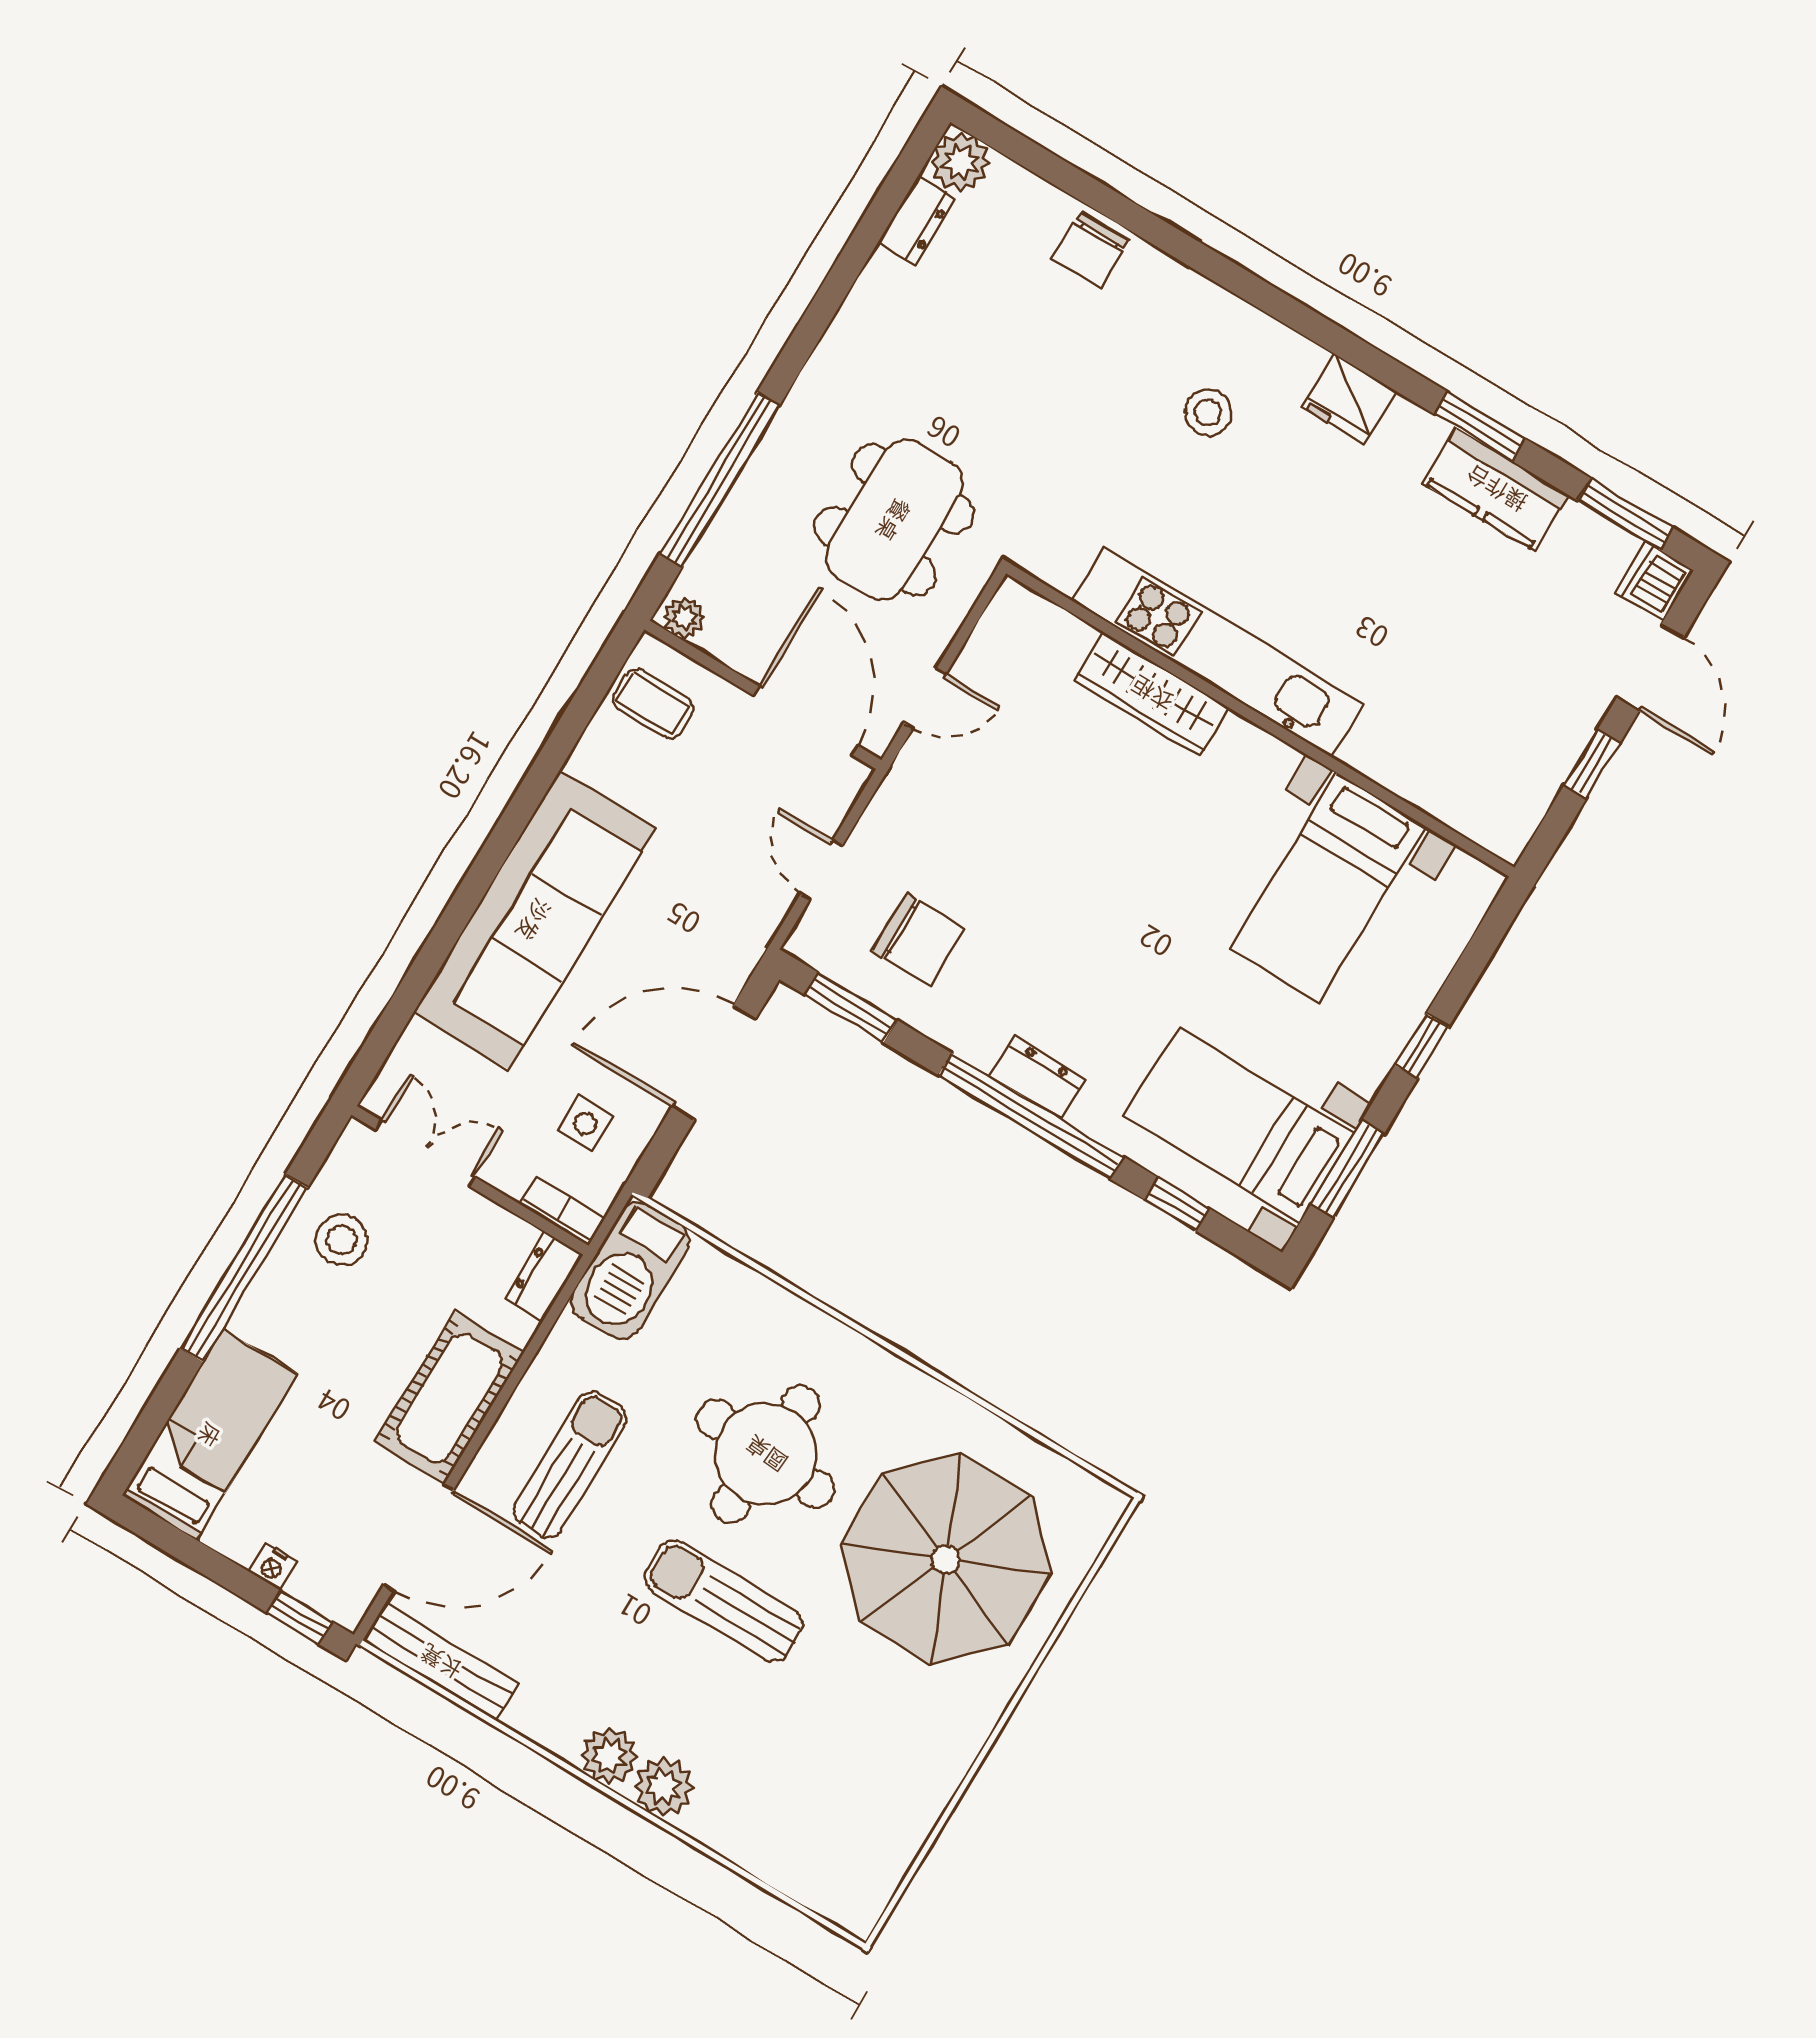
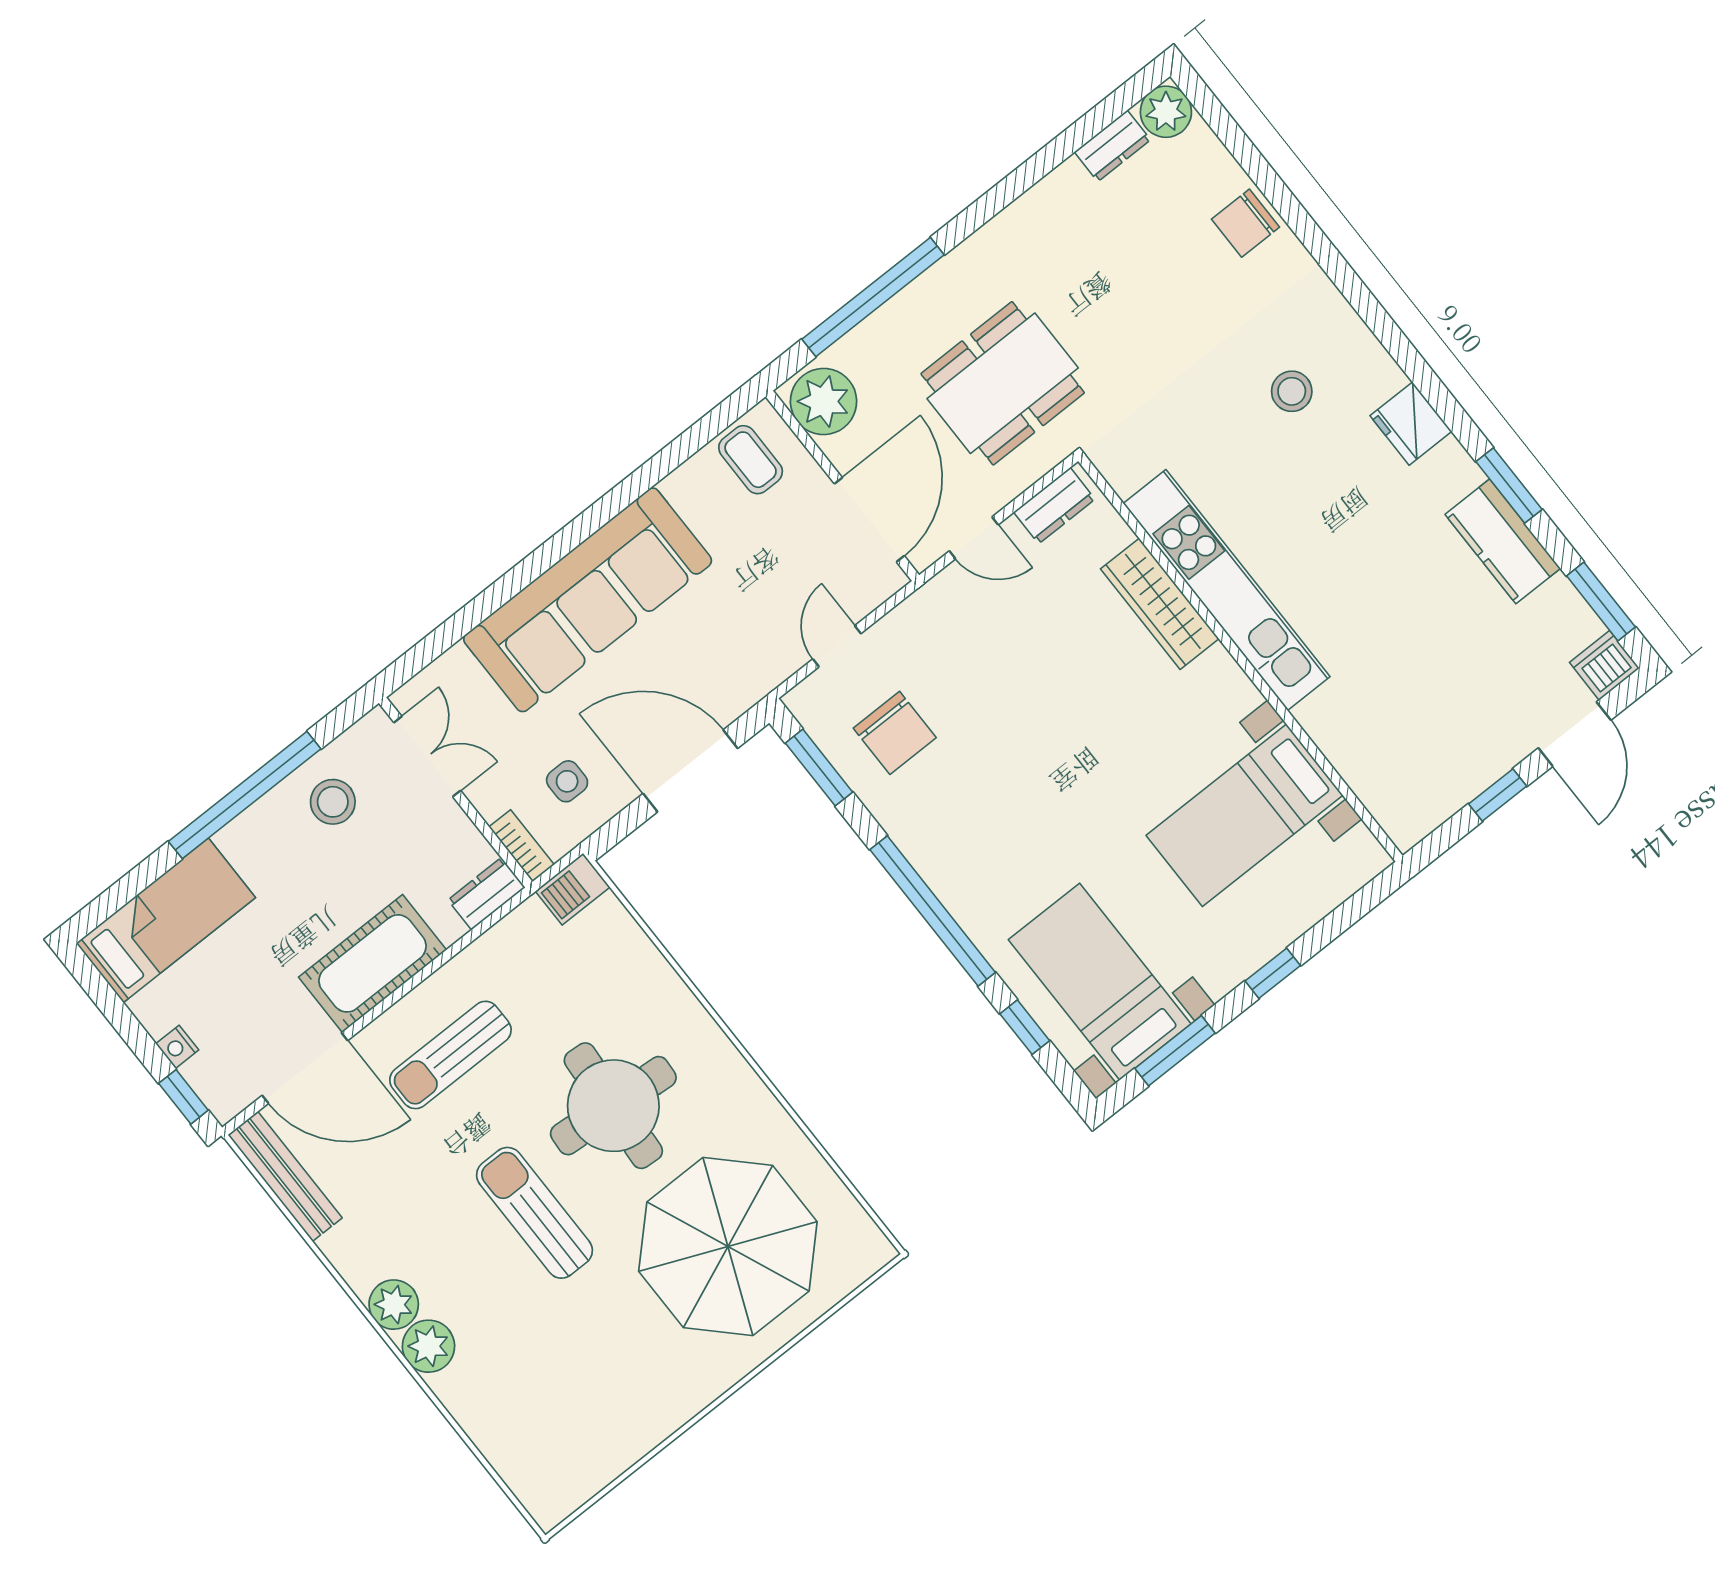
plant: (684, 618) -> (824, 401), width x1.88, depth x1.88
dresser: (1037, 1078) -> (1054, 506), moved, turned 90
barbecue: (630, 1271) -> (573, 889), width x0.53, depth x0.65
sun lounger: (570, 1465) -> (450, 1055), turned 180

